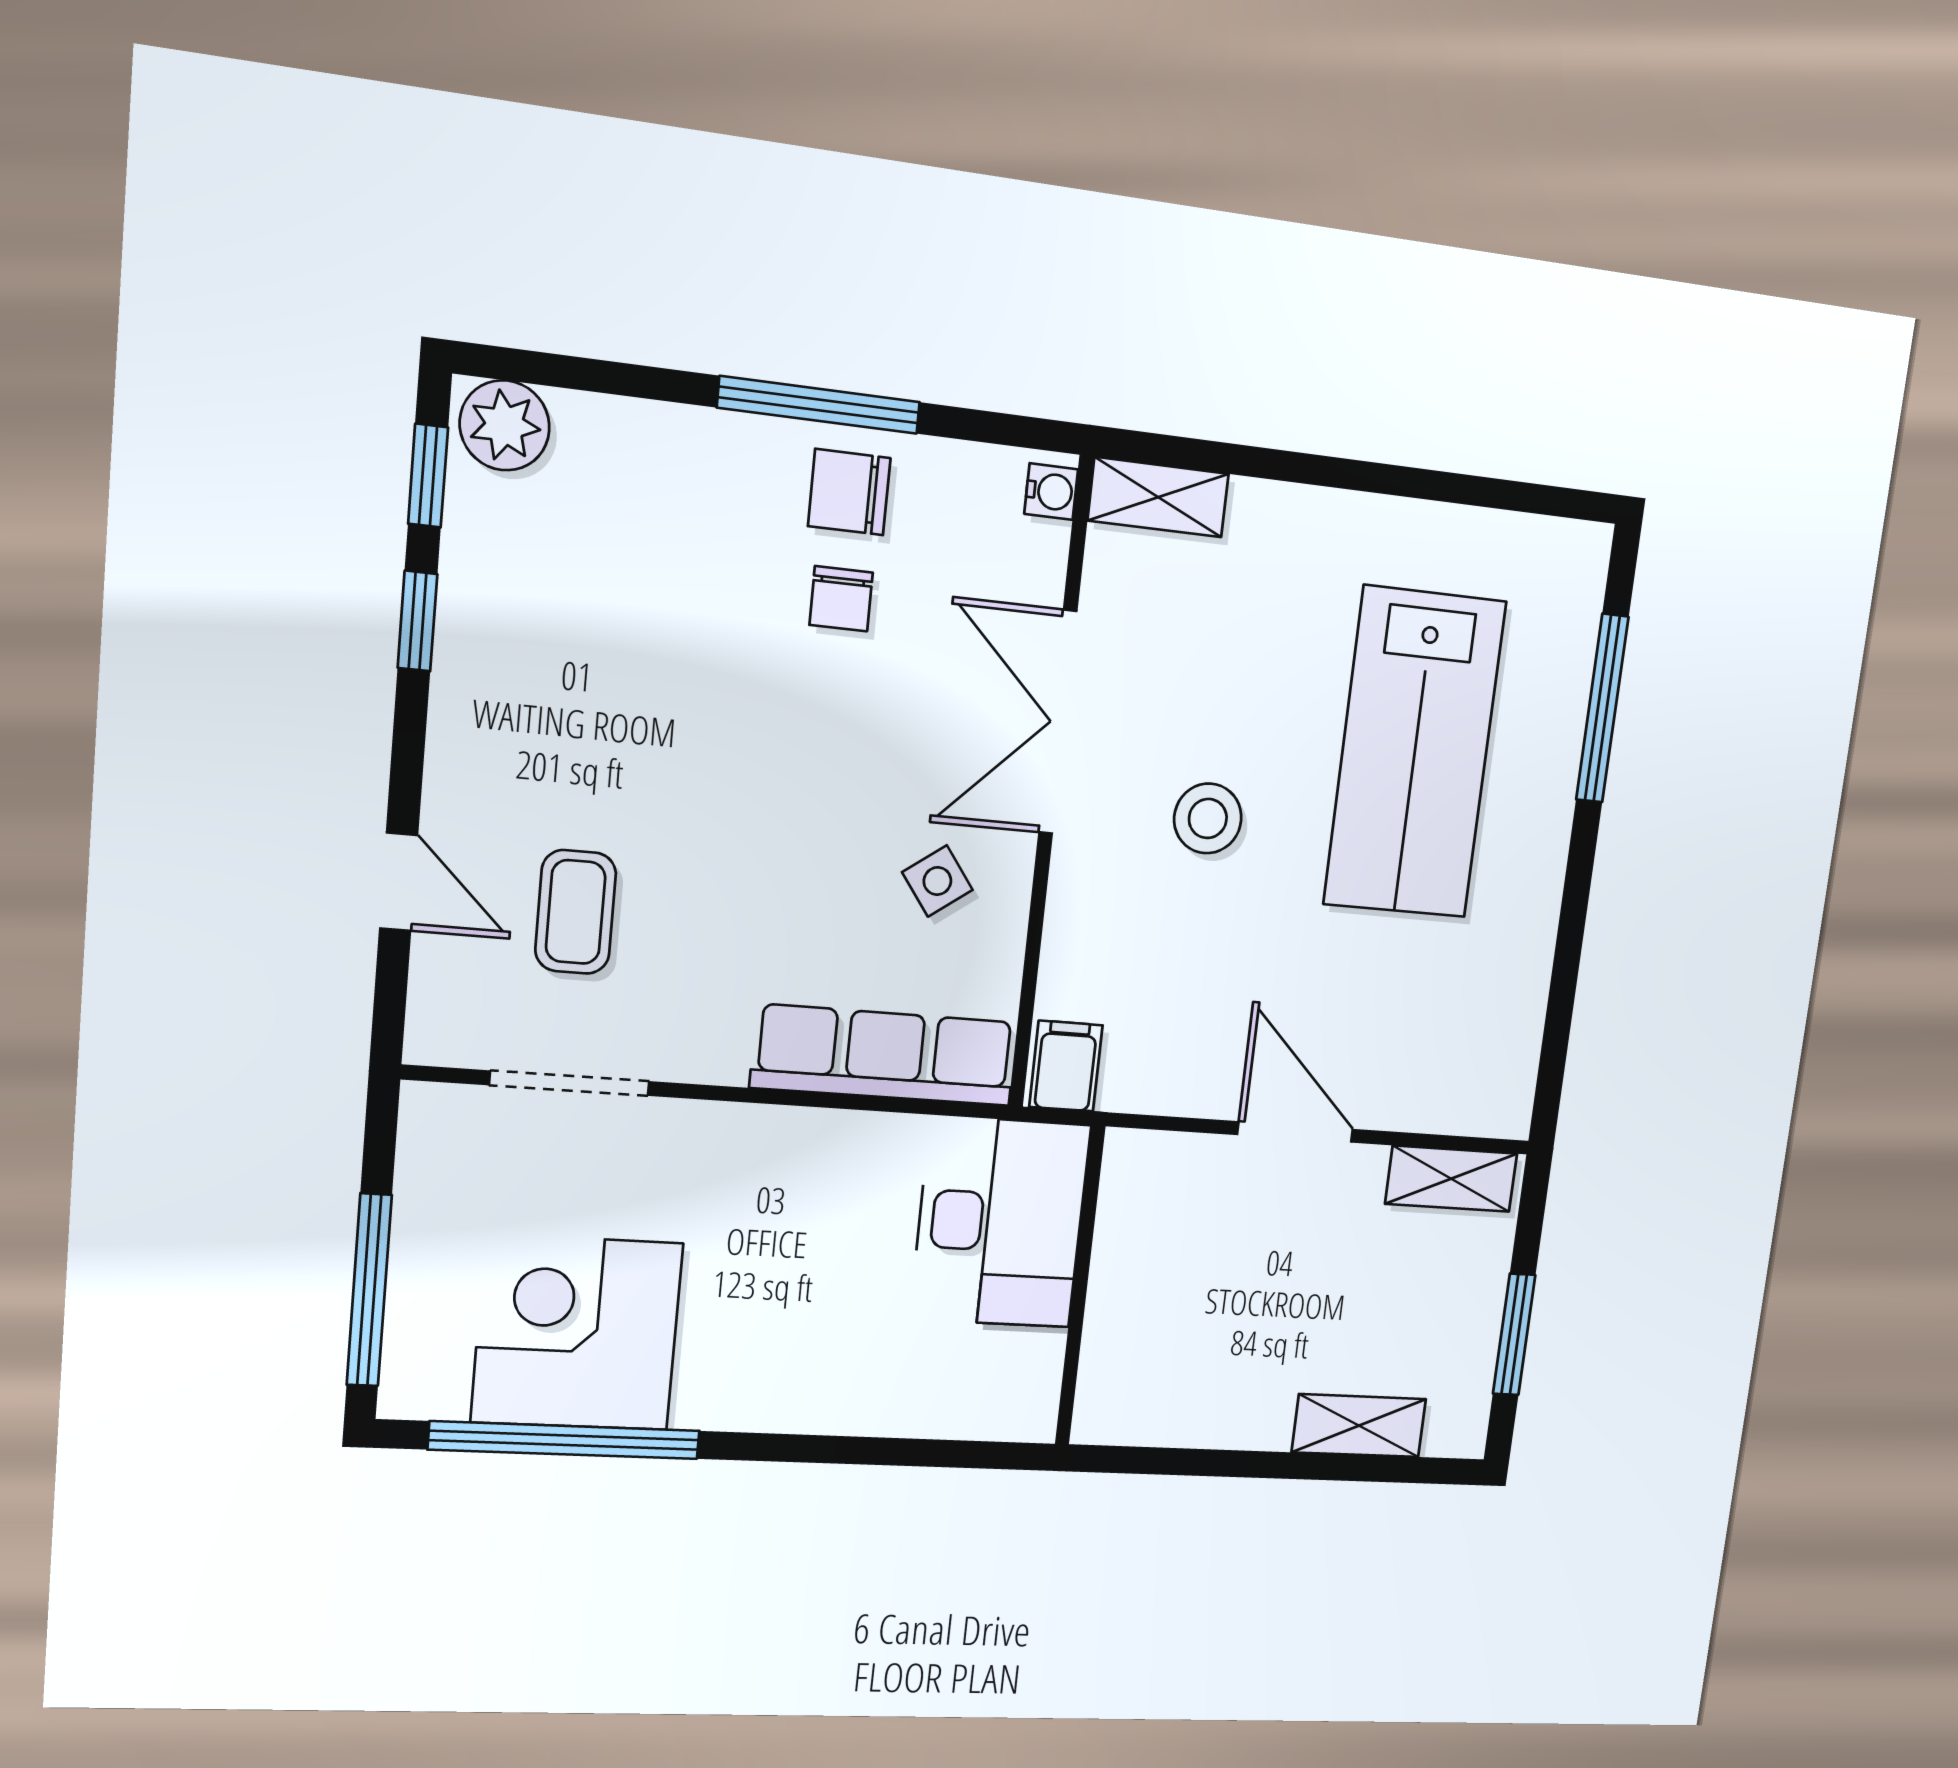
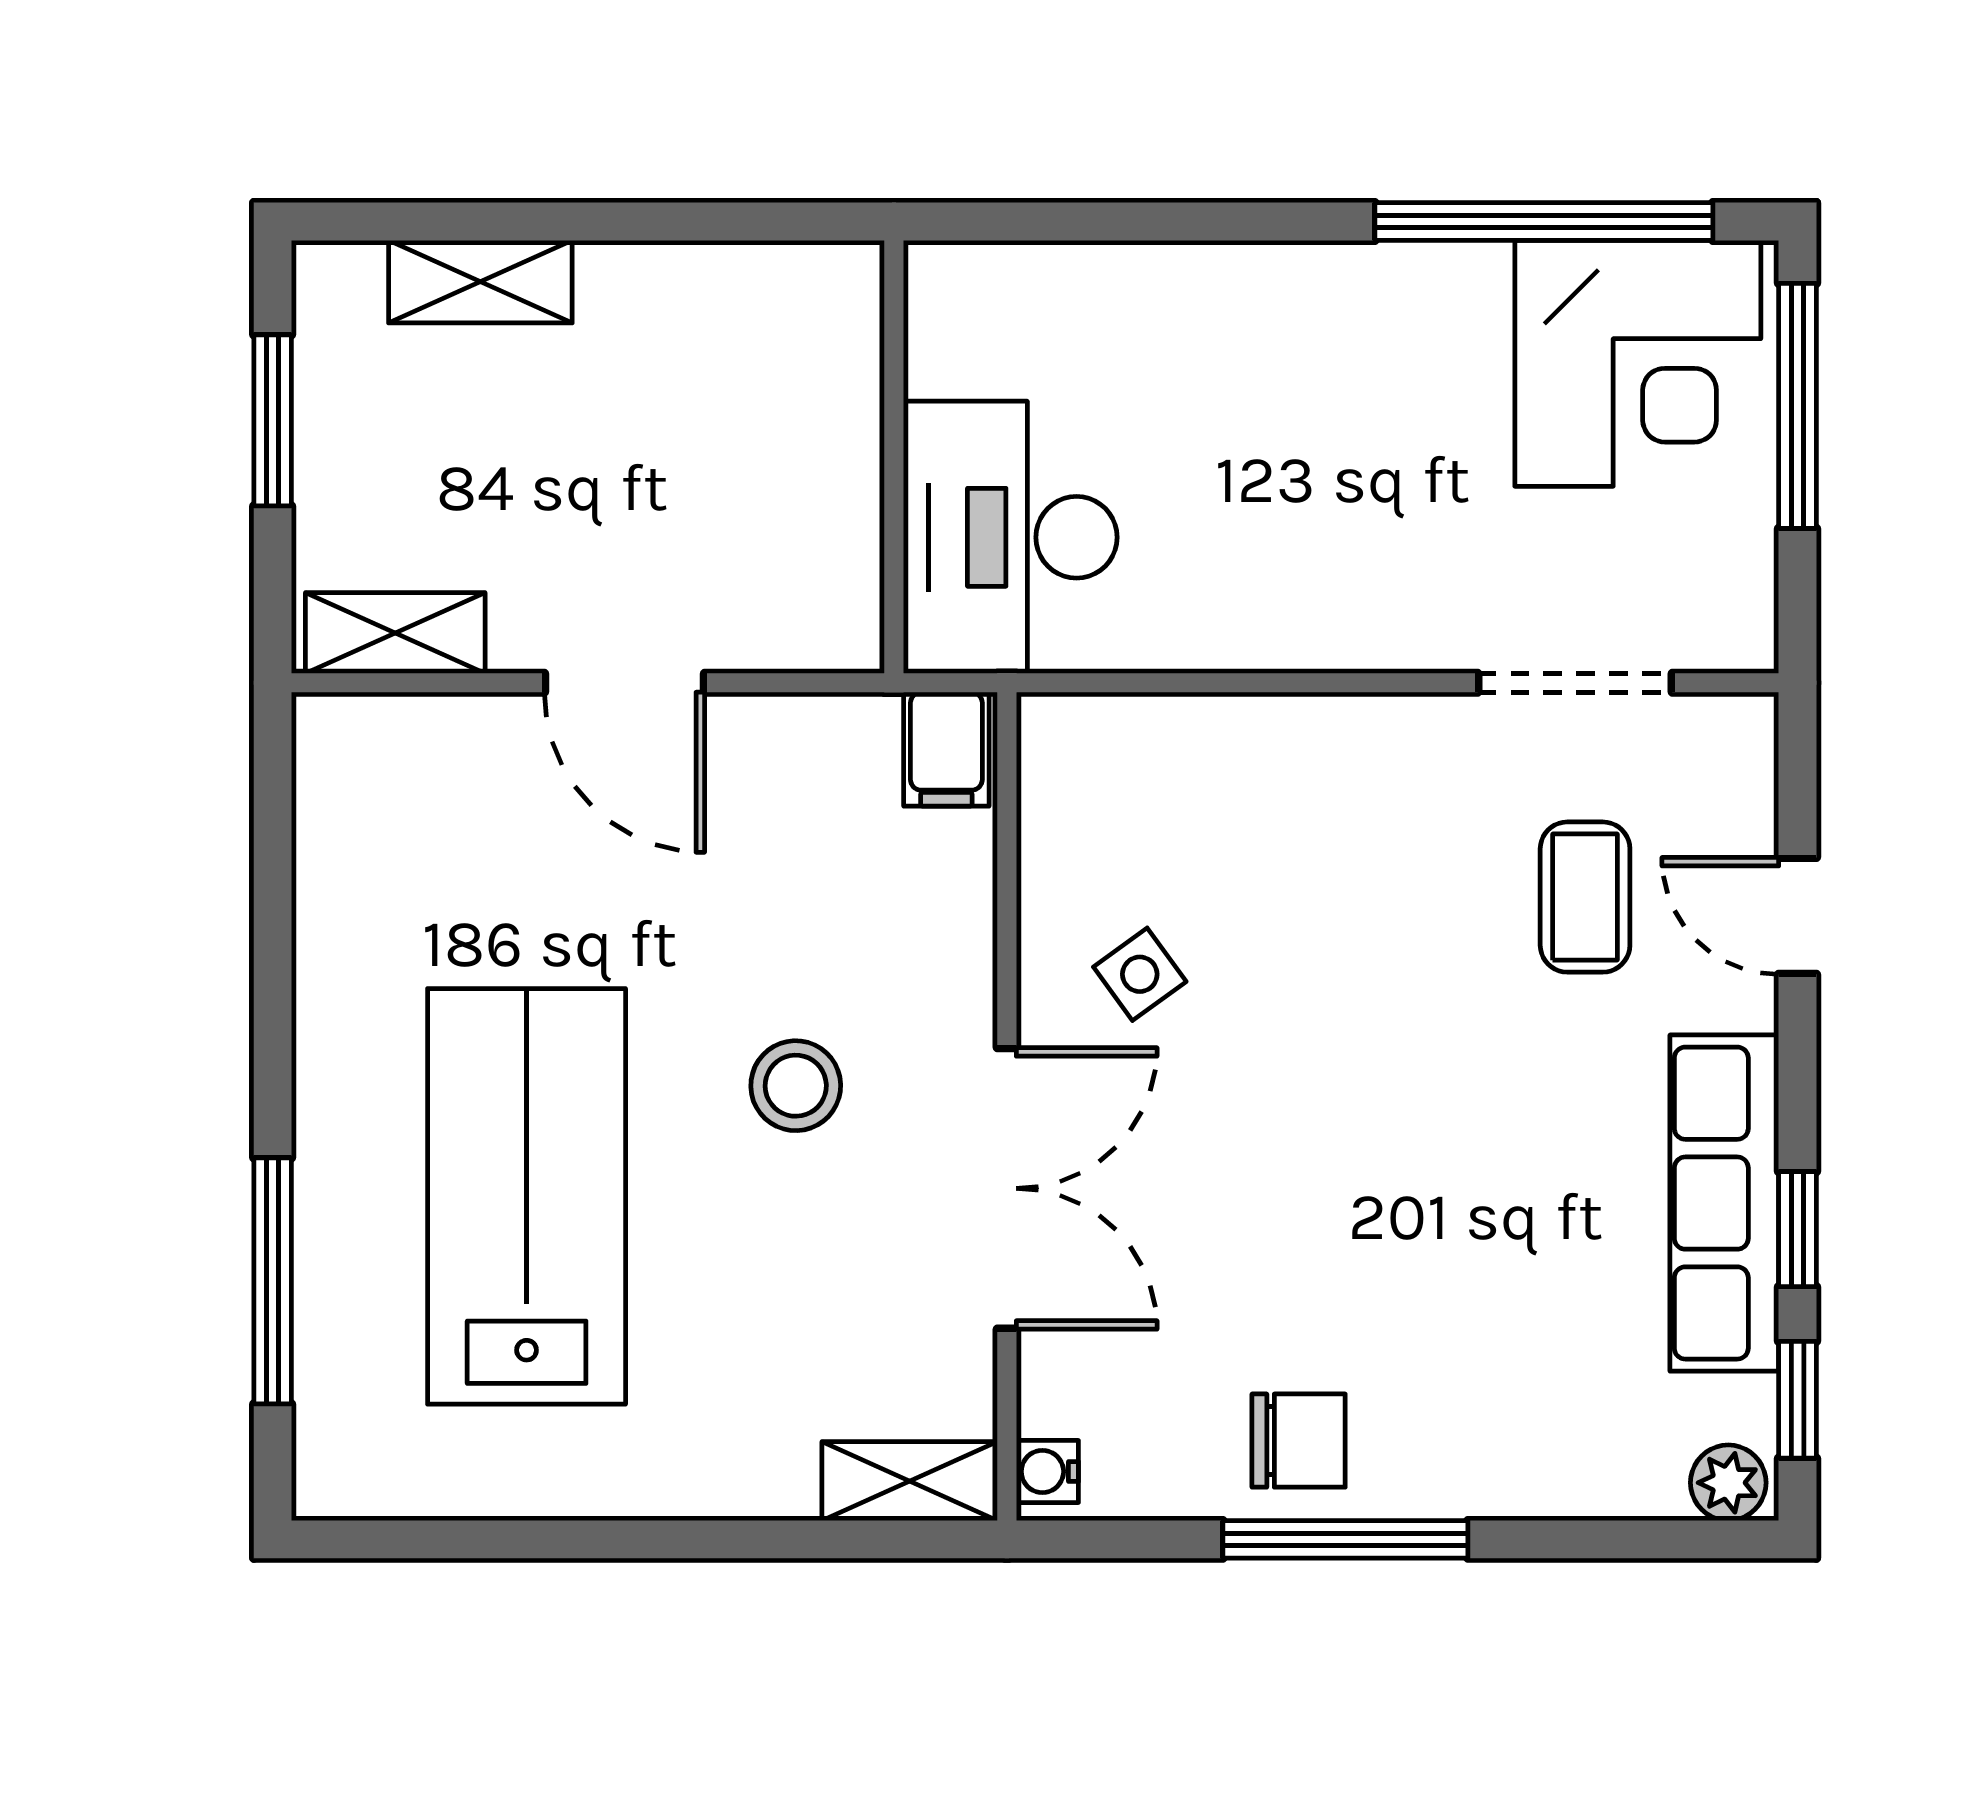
plant: (505, 425) -> (1728, 1483), width x0.73, depth x0.73
chair: (841, 599) -> (1296, 1311), removed
row of seats: (885, 1055) -> (1724, 1203), moved, turned 90
corner desk: (577, 1333) -> (1638, 363), moved

